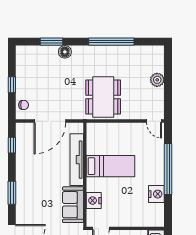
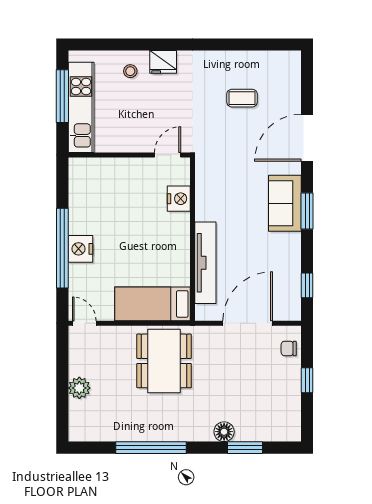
bed: (110, 166) -> (153, 304), moved
nightstand: (156, 194) -> (80, 249), moved
sofa: (73, 205) -> (285, 203), moved, turned 180

